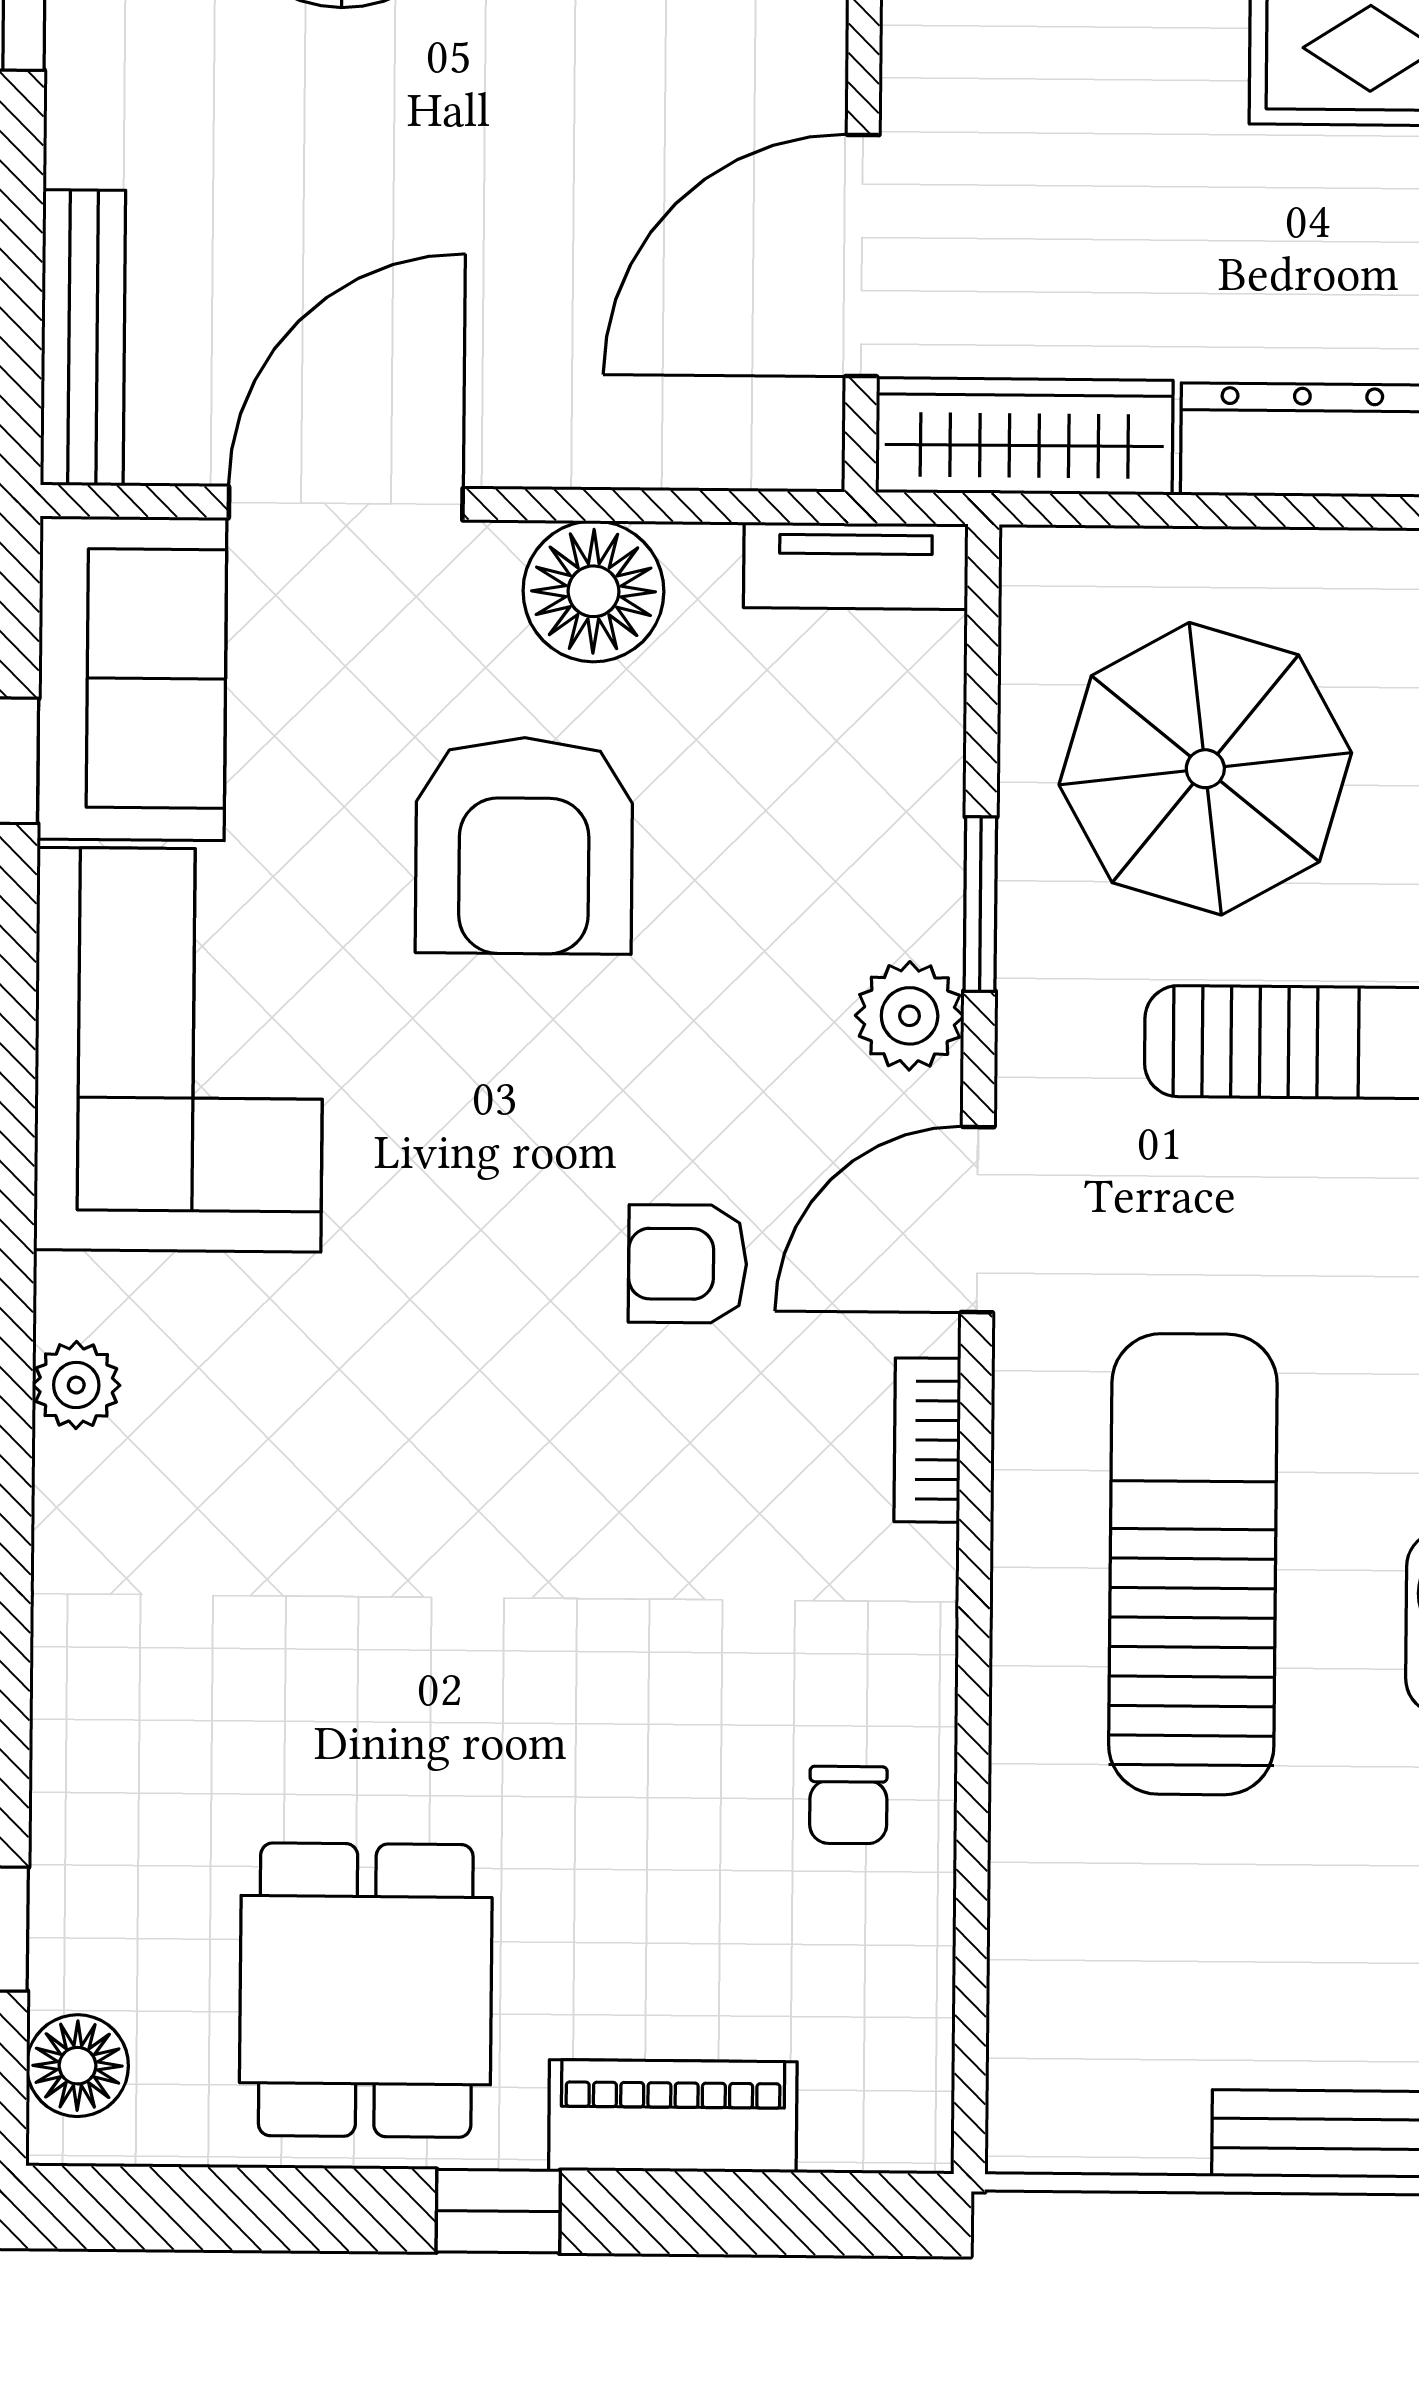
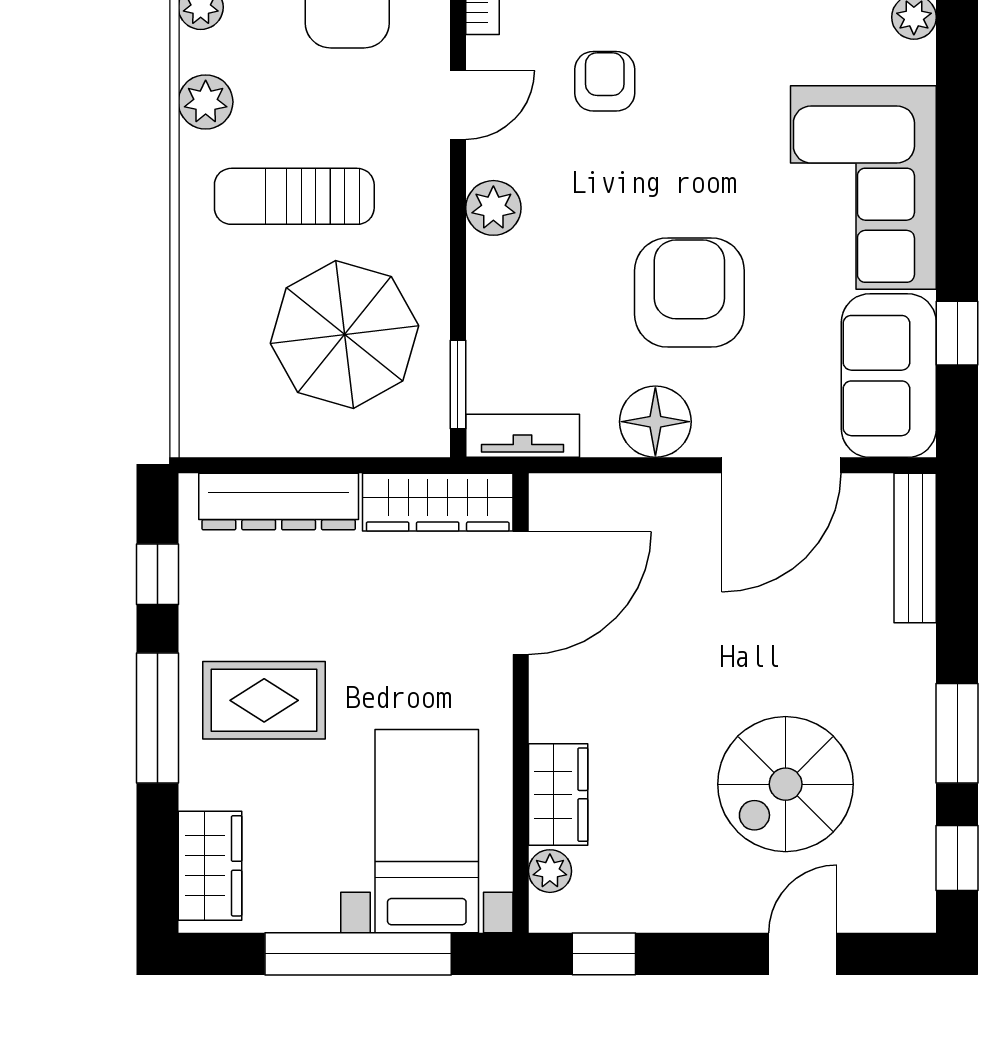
window: (980, 904) -> (458, 384), moved
door: (978, 1220) -> (458, 105), width x0.73
armchair: (688, 1264) -> (605, 81), turned -90

